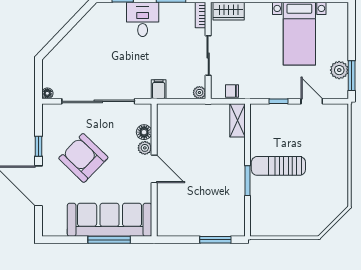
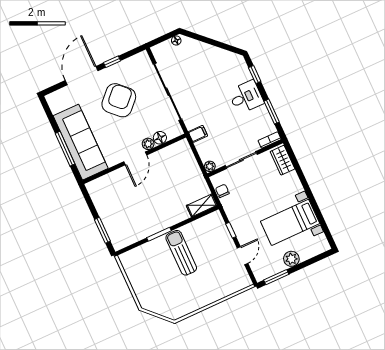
plant: (339, 70) -> (291, 259), moved
floor lamp: (47, 93) -> (176, 41), moved

